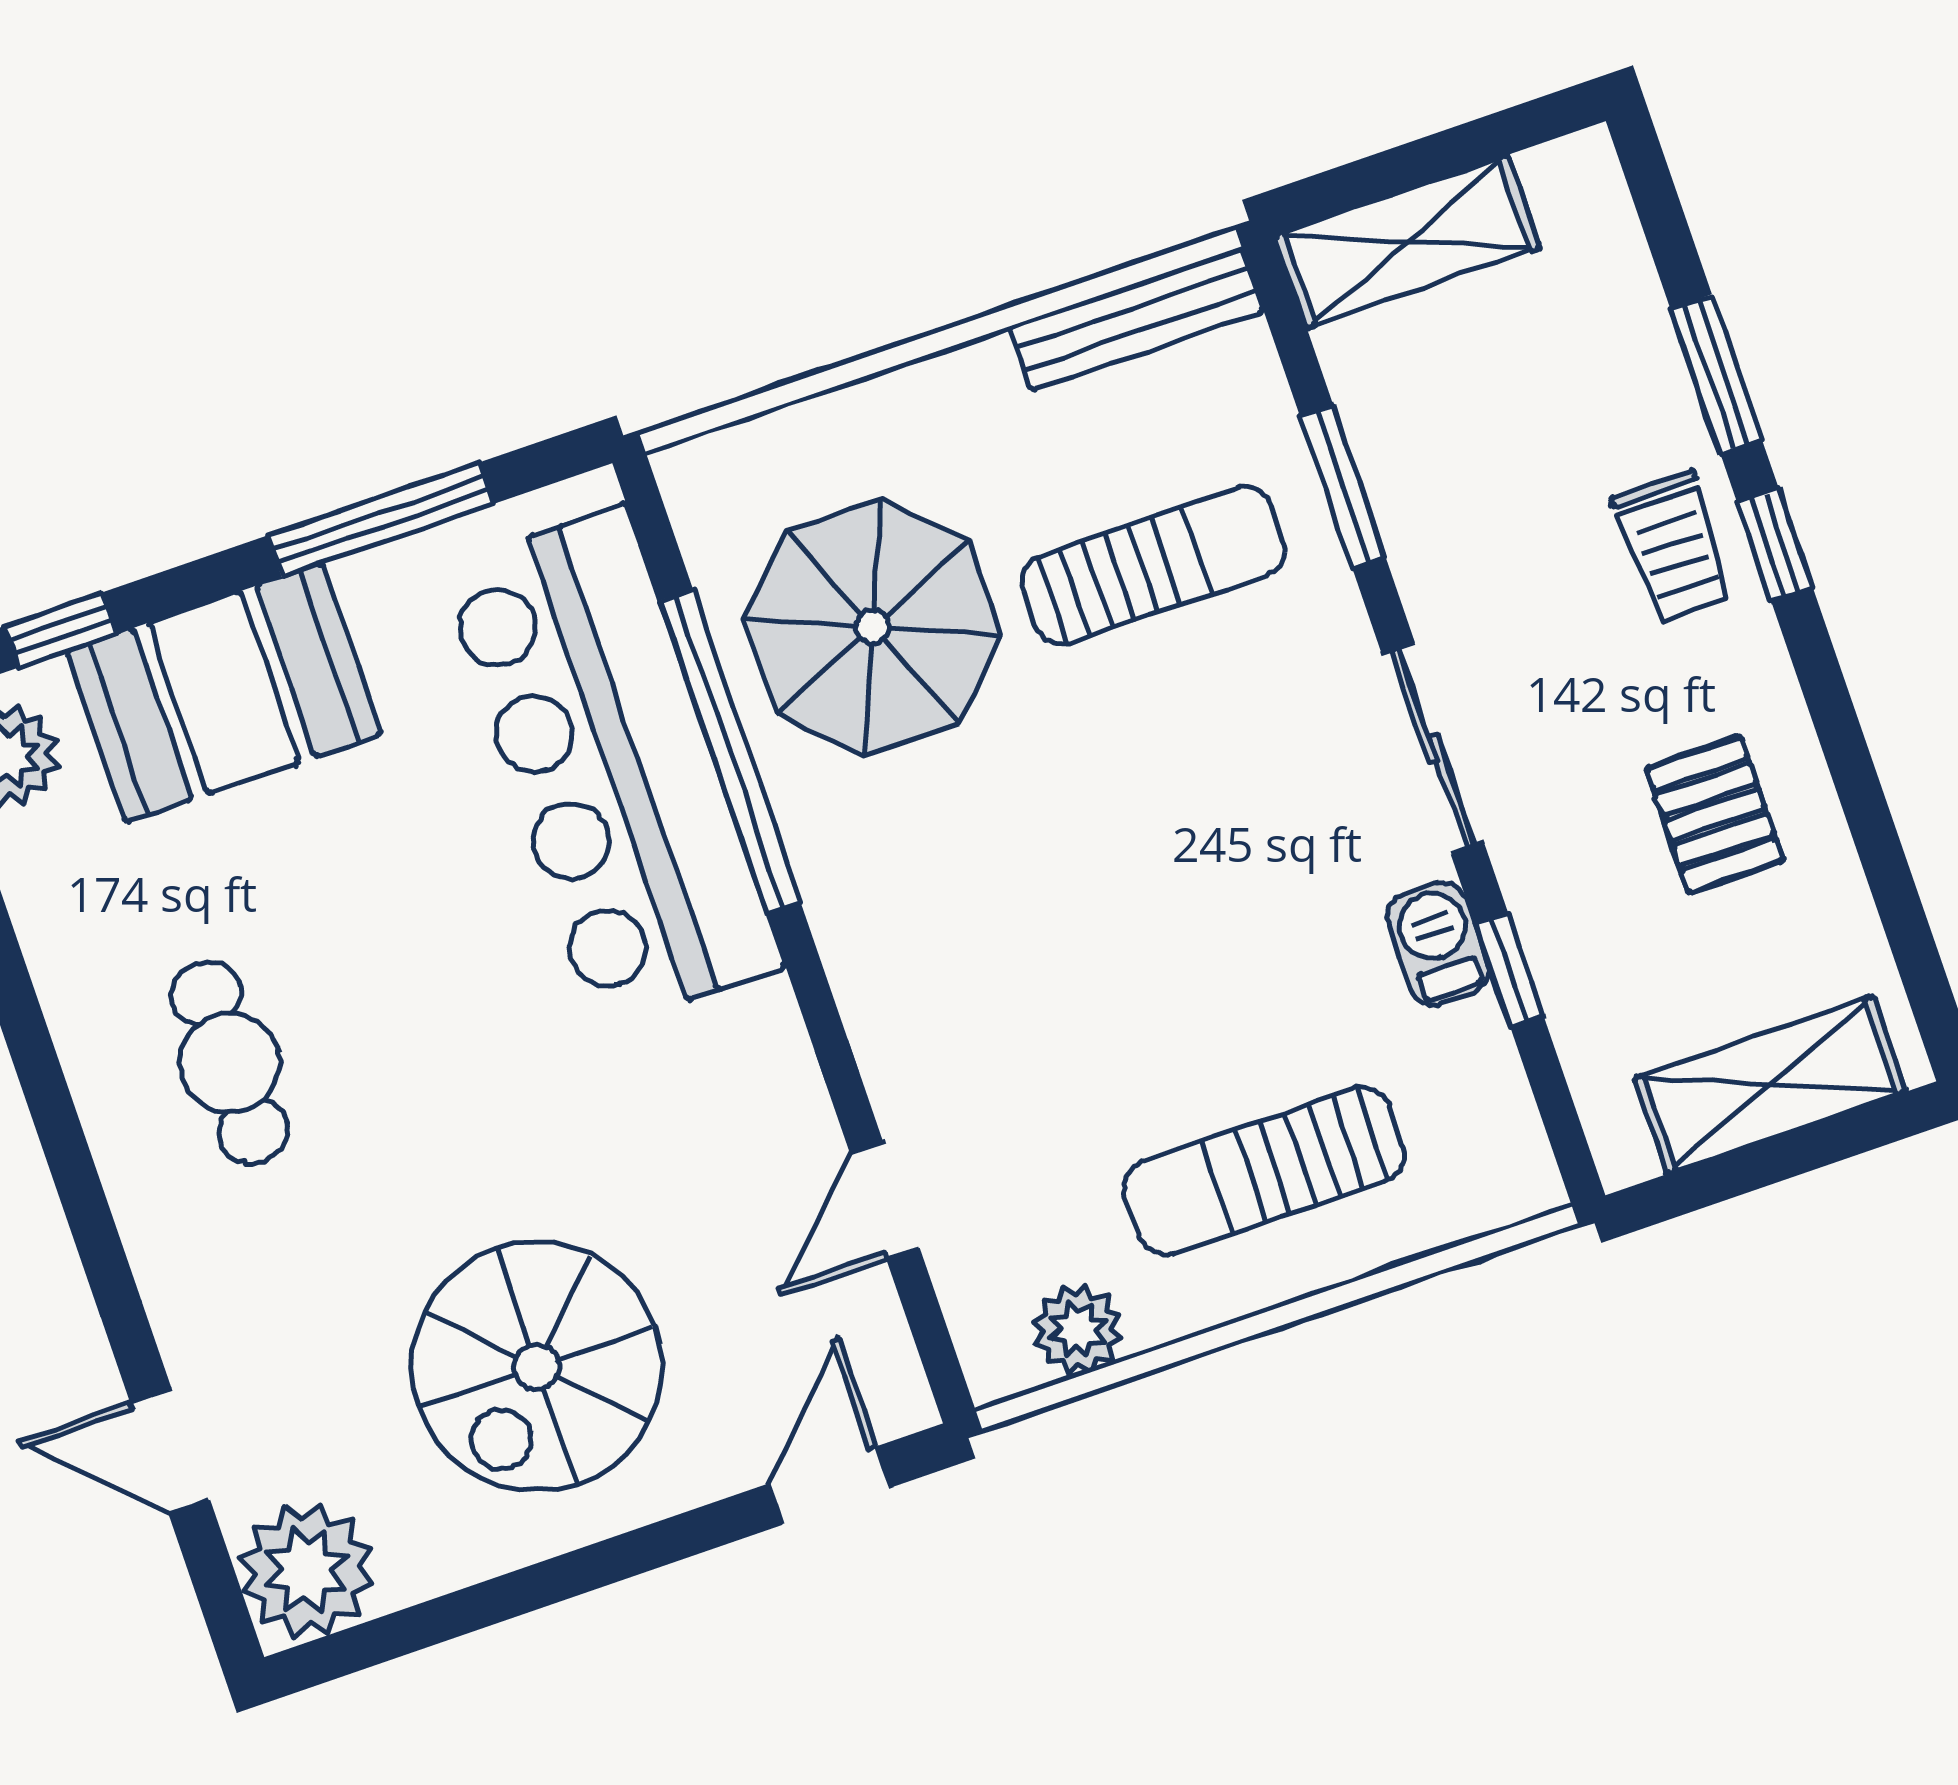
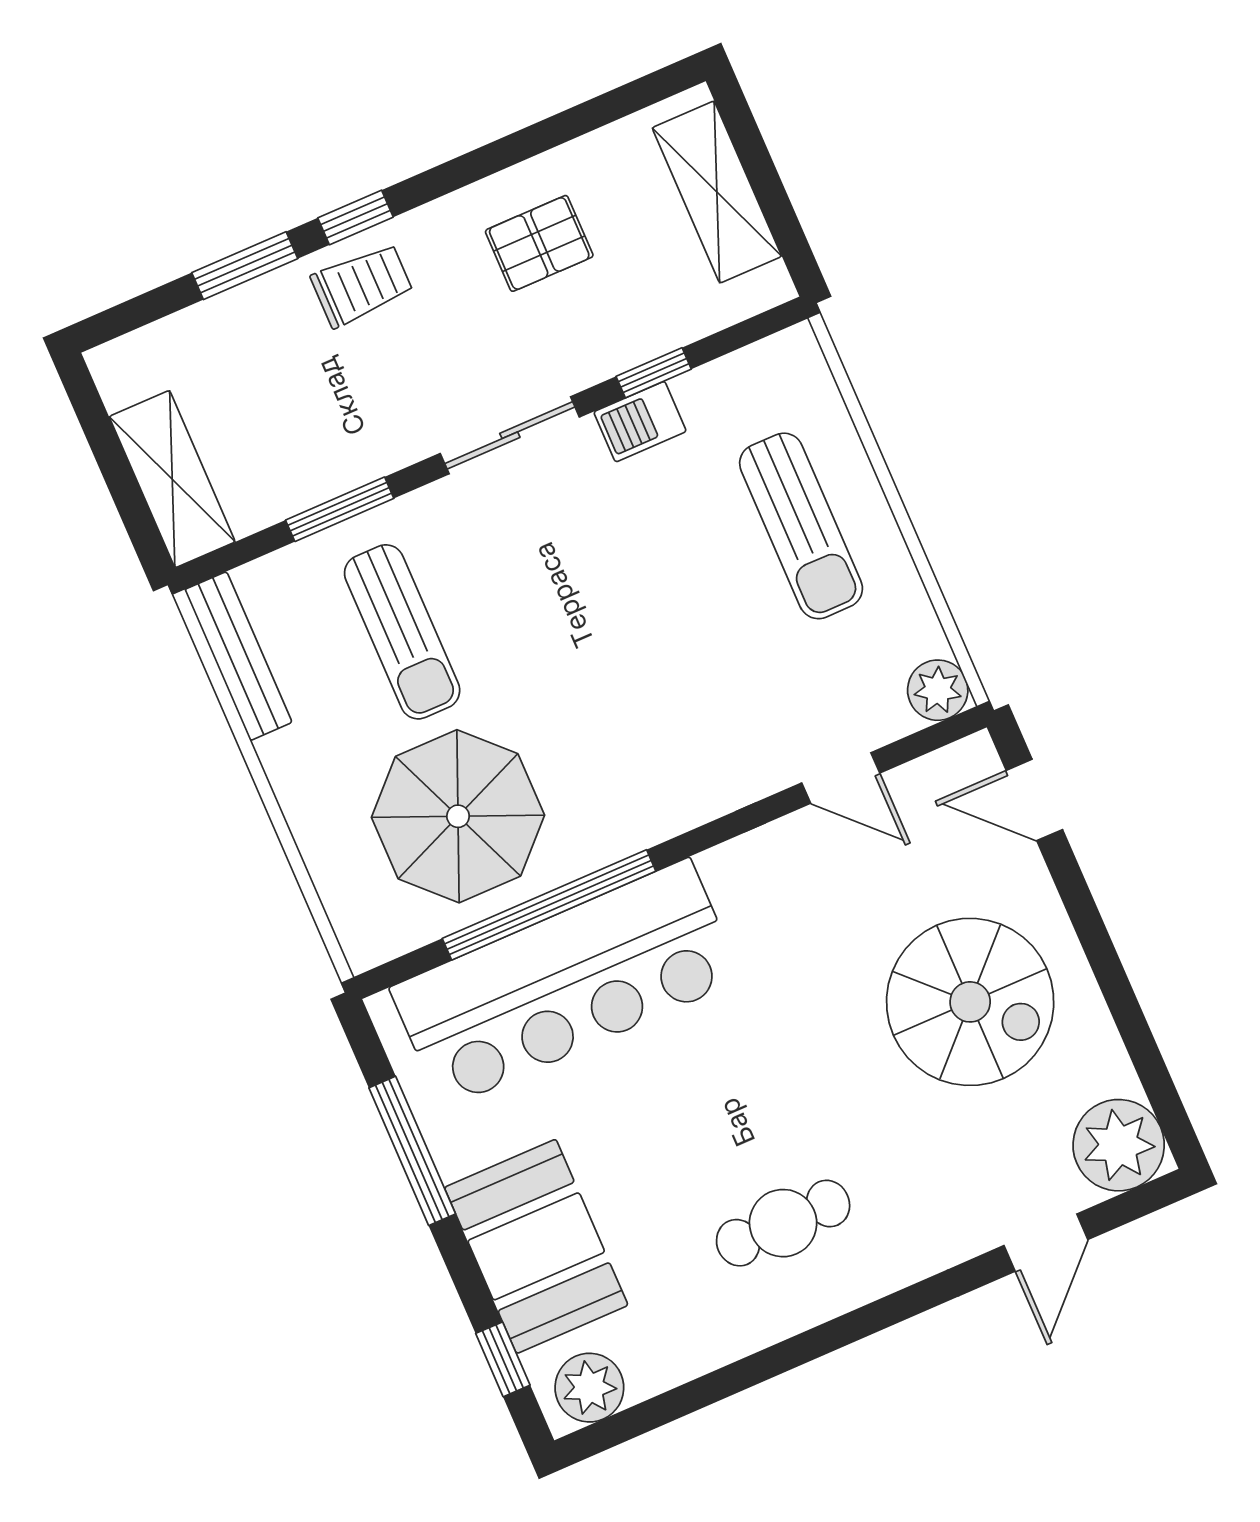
sun lounger: (1153, 565) -> (402, 632), turned 180
plant: (1078, 1329) -> (938, 690), moved

